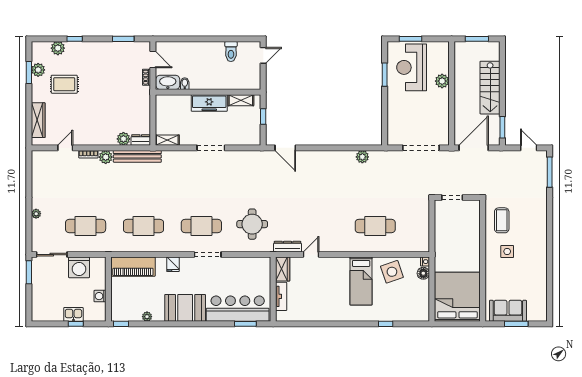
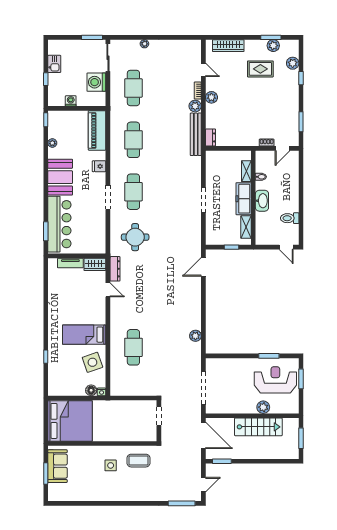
washbasin: (168, 82) -> (262, 201), moved
rug: (64, 84) -> (260, 69), turned 90
stairs: (490, 88) -> (258, 427), moved, turned 180
plant: (123, 139) -> (211, 97), moved
shelving: (167, 140) -> (246, 171), moved
kitchen sink: (73, 314) -> (54, 64), moved

